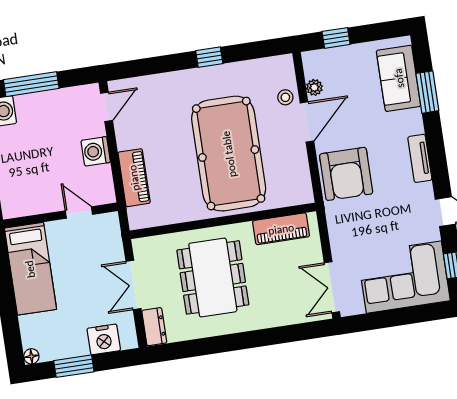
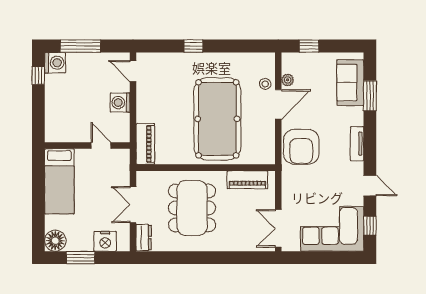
window: (209, 57) -> (193, 46), moved
door: (107, 107) -> (133, 71), swing flipped
piano: (134, 178) -> (145, 144), moved
floor lamp: (31, 356) -> (55, 241), width x1.89, depth x1.89

